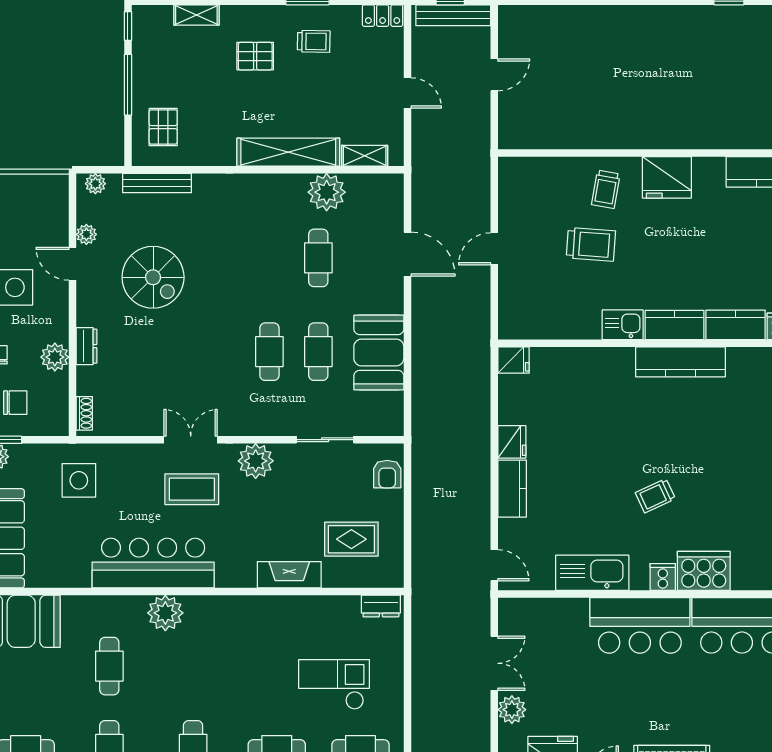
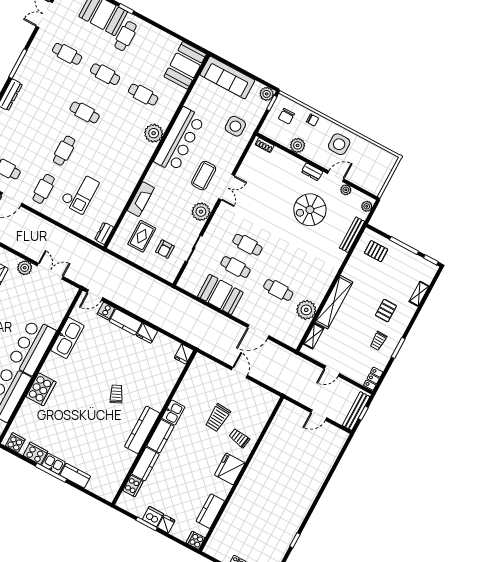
door: (494, 75) -> (319, 415), hinge flipped
dresser: (87, 346) -> (312, 172), moved
armchair: (387, 474) -> (165, 249), moved, turned -90
trolley: (655, 496) -> (116, 394), moved
cooker: (663, 577) -> (106, 311), moved, turned 90
double door: (494, 663) -> (50, 271), swing flipped

